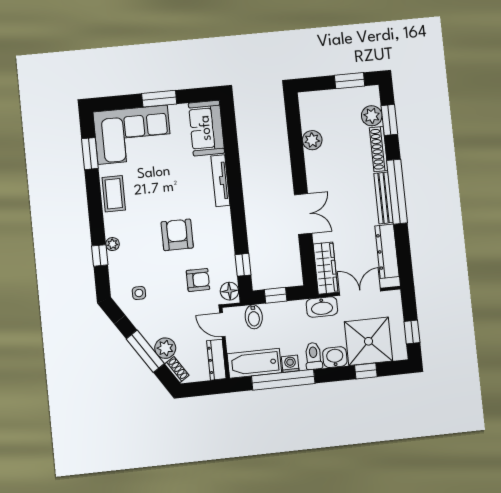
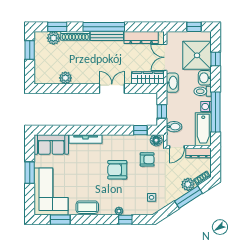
armchair: (198, 280) -> (147, 159), turned 90

